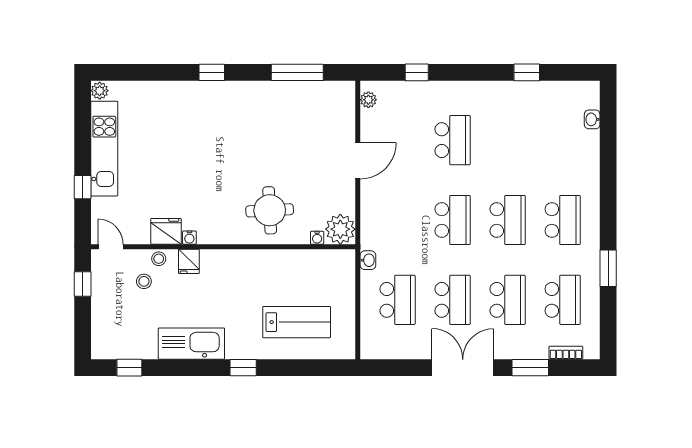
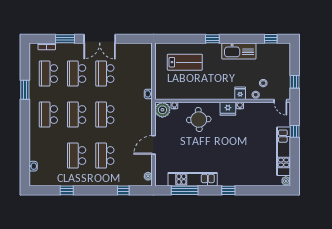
kitchen unit: (282, 94) -> (193, 179), added
fridge: (166, 231) -> (228, 109), moved
school desk: (398, 300) -> (77, 156), moved
lab bench: (297, 322) -> (185, 62), turned 180

